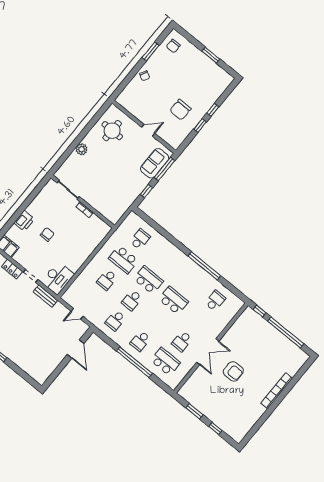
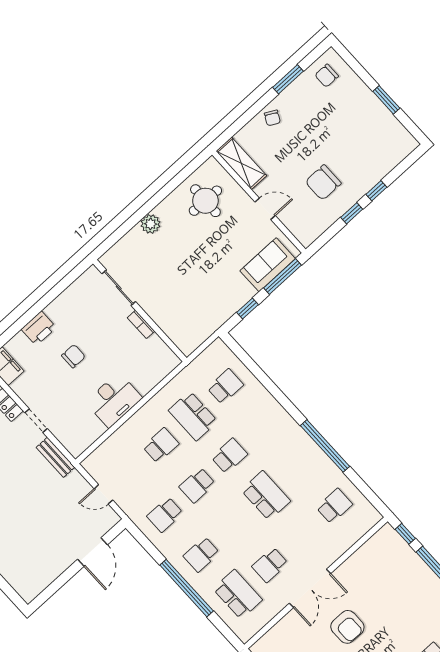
shelving: (130, 105) -> (241, 163), added
desk: (58, 278) -> (114, 400), moved
school desk: (107, 280) -> (161, 445), turned 180
school desk: (148, 280) -> (229, 456), width x0.54

